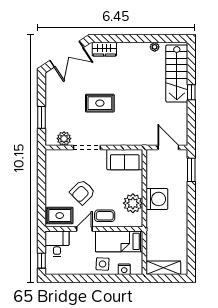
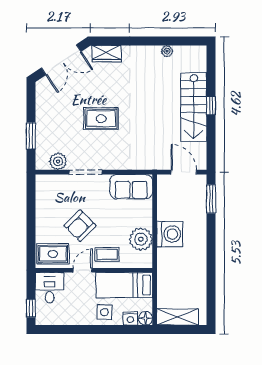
stairs: (177, 74) -> (194, 107), moved
floor lamp: (137, 269) -> (146, 318), added

